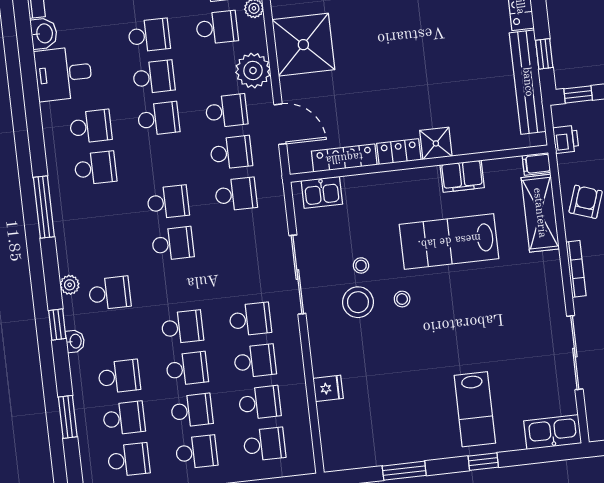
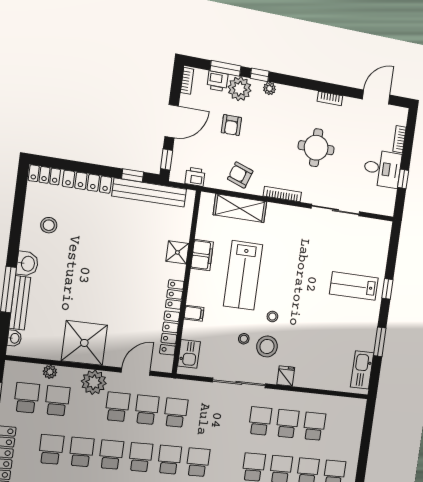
shower: (436, 143) -> (177, 252), moved
filing cabinet: (536, 164) -> (194, 313), moved, turned -90
fridge: (328, 388) -> (286, 376), moved
lab bench: (475, 409) -> (354, 286), turned 180
kitchen sink: (553, 432) -> (362, 370), moved
school desk: (264, 444) -> (140, 457), moved

